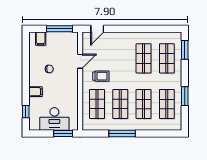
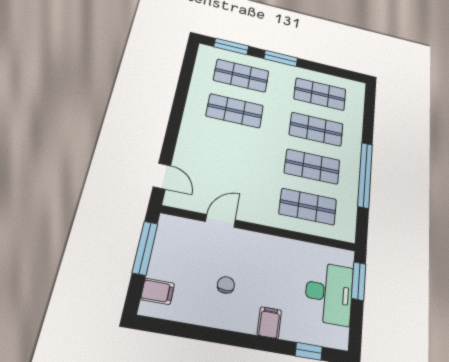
door: (80, 61) -> (221, 221), hinge flipped
trolley: (101, 76) -> (256, 189), removed
window: (185, 96) -> (281, 58), moved
window: (122, 134) -> (365, 175), width x1.46

